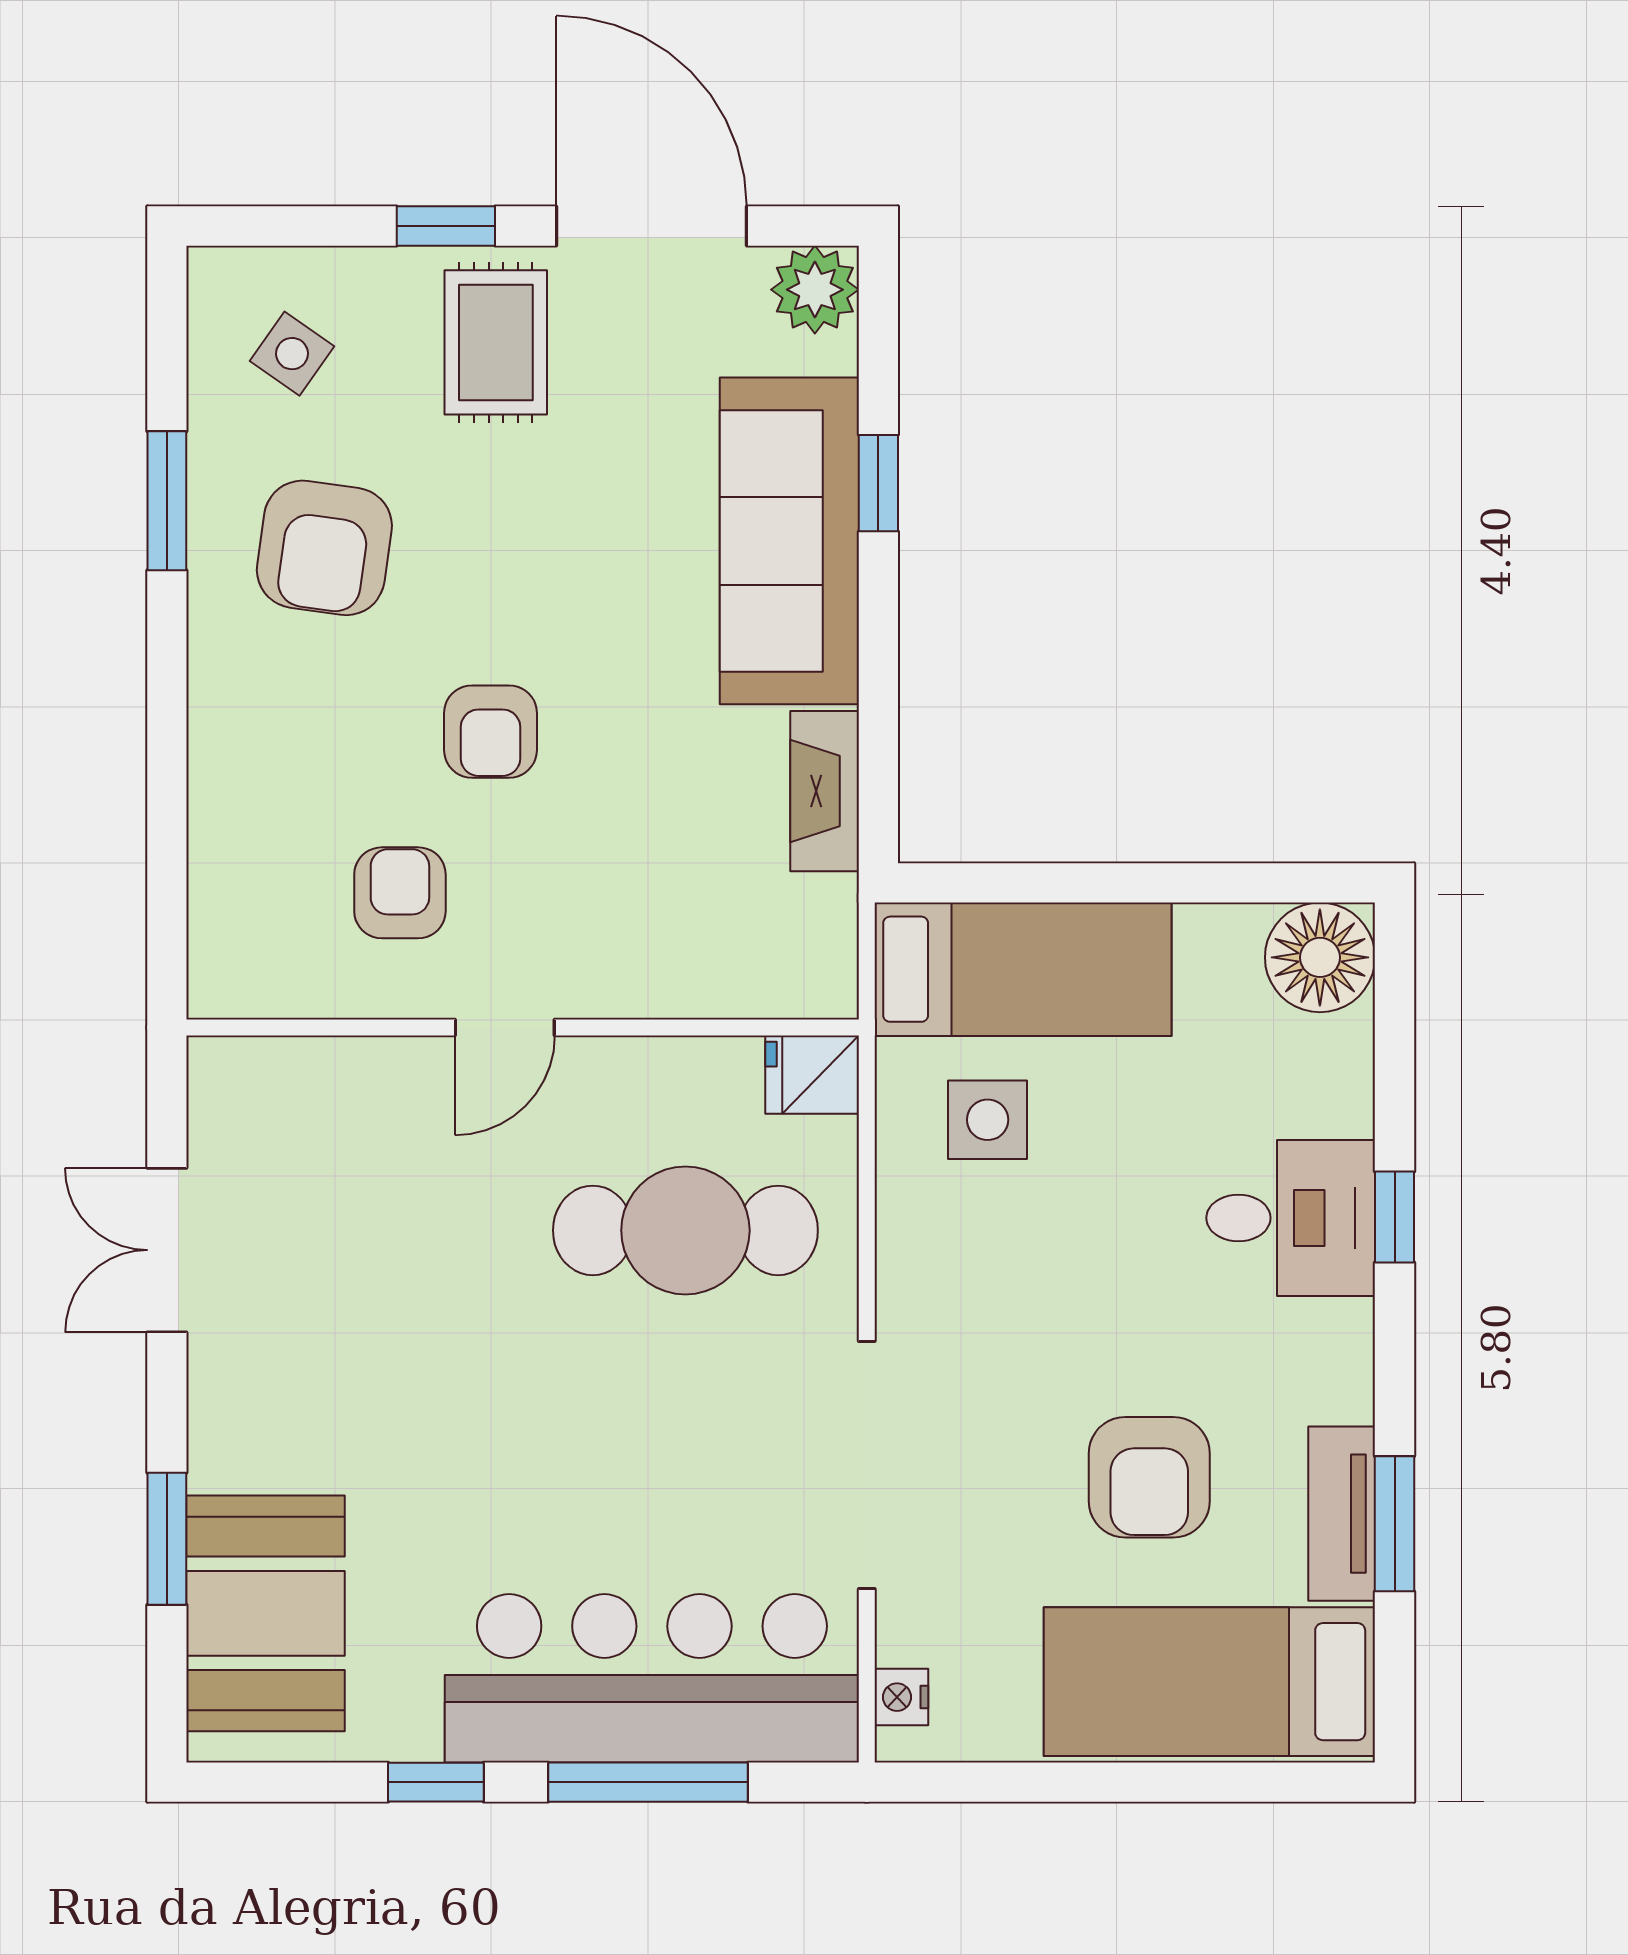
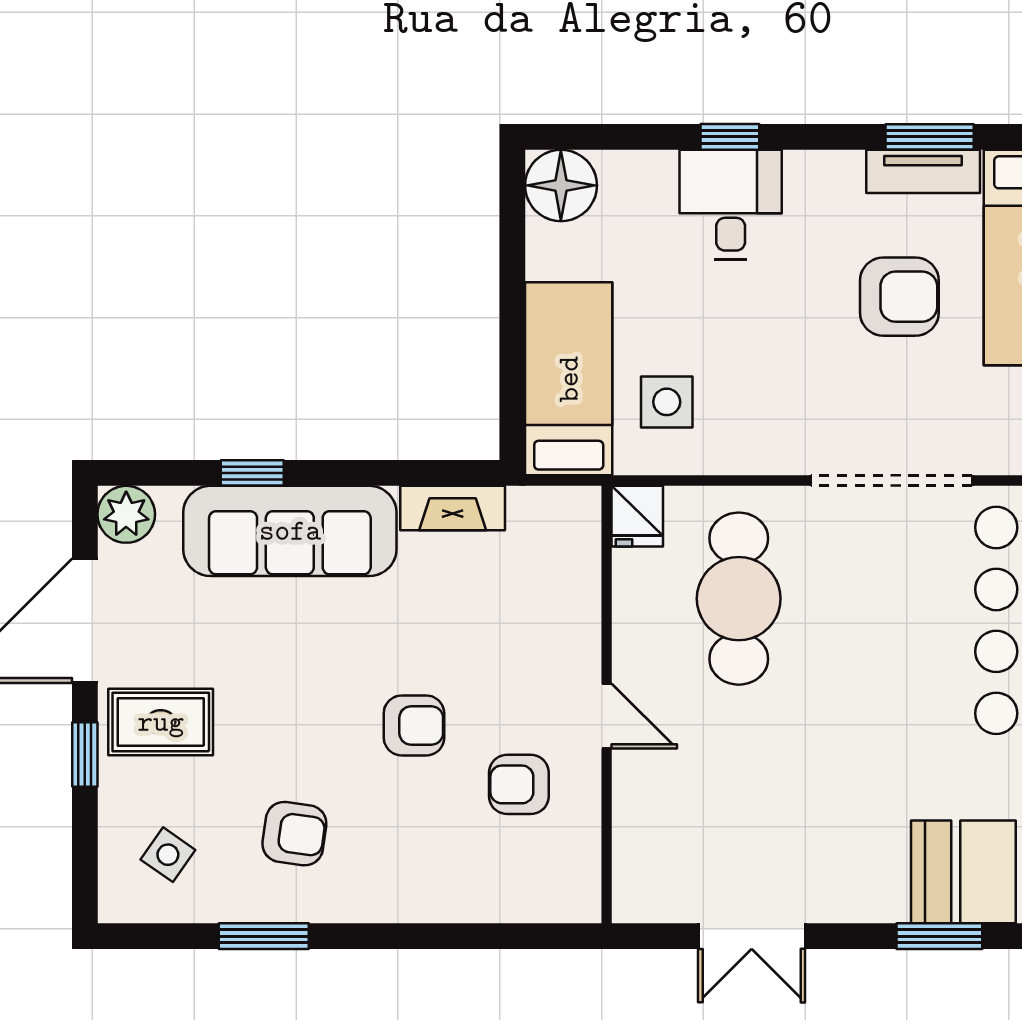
armchair: (324, 548) -> (294, 834), width x0.72, depth x0.72

